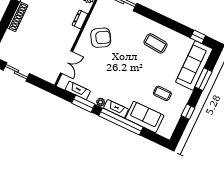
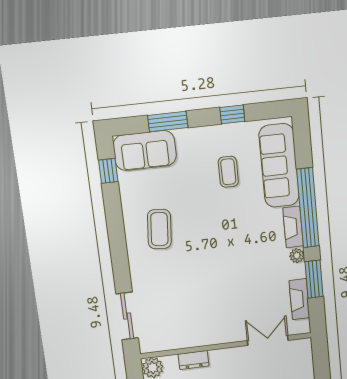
armchair: (101, 38) -> (201, 314), removed
sofa: (194, 65) -> (145, 150), width x0.73
sofa: (145, 117) -> (279, 166), width x1.36

